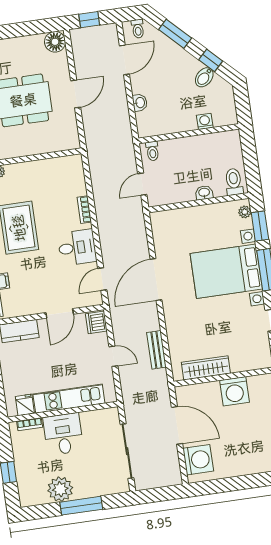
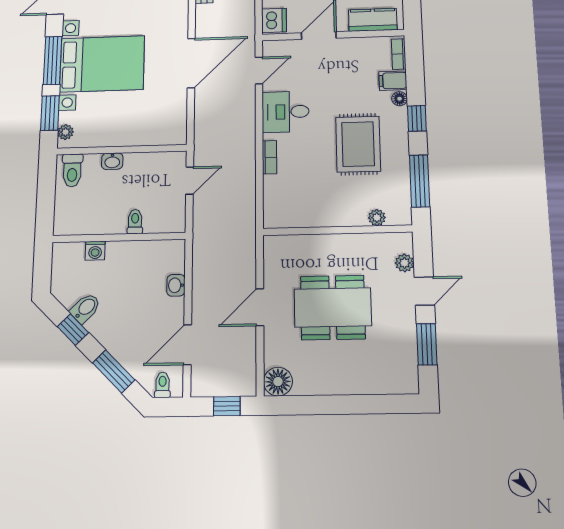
toilet: (152, 151) -> (135, 222), moved

